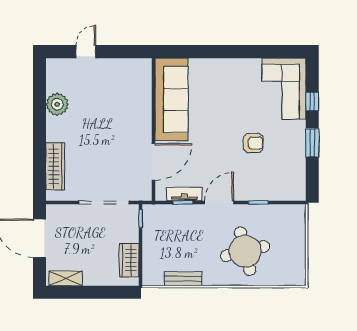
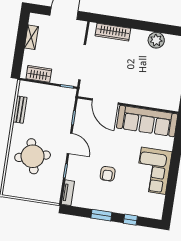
corner sofa: (284, 89) -> (153, 171), moved, turned -90
tv unit: (184, 194) -> (68, 193), moved
shelving: (66, 278) -> (31, 37), moved

